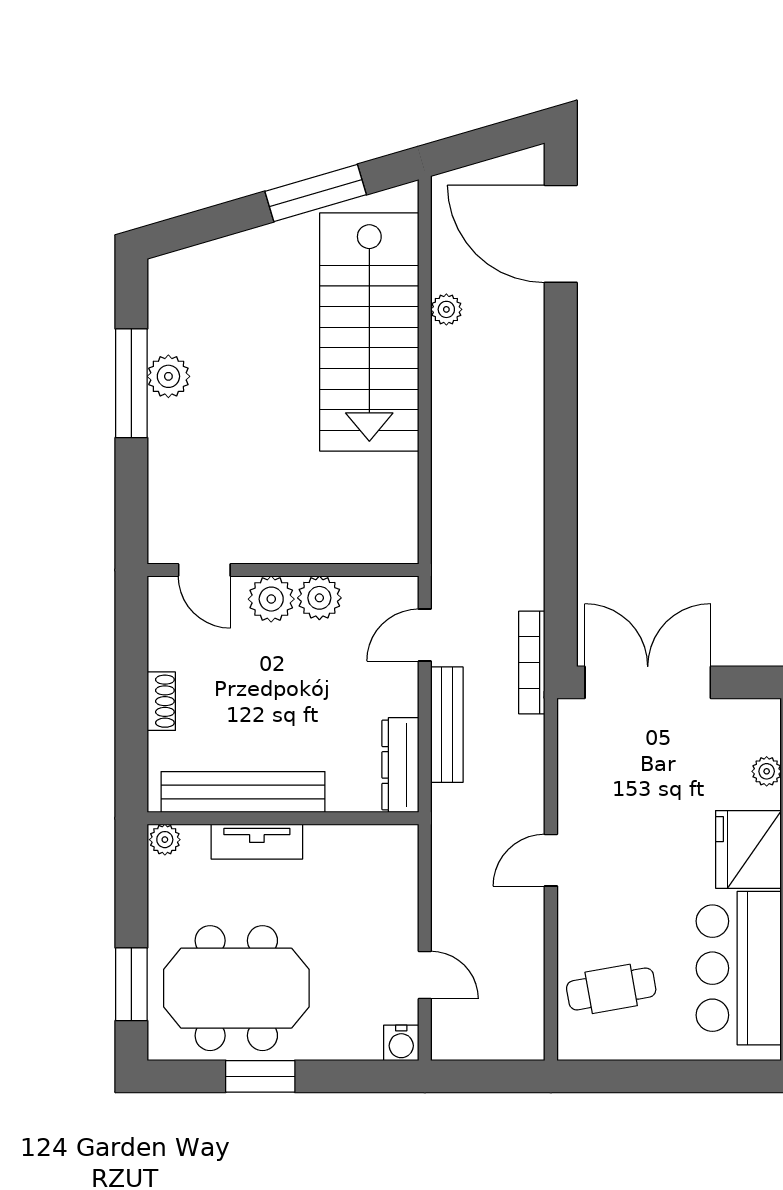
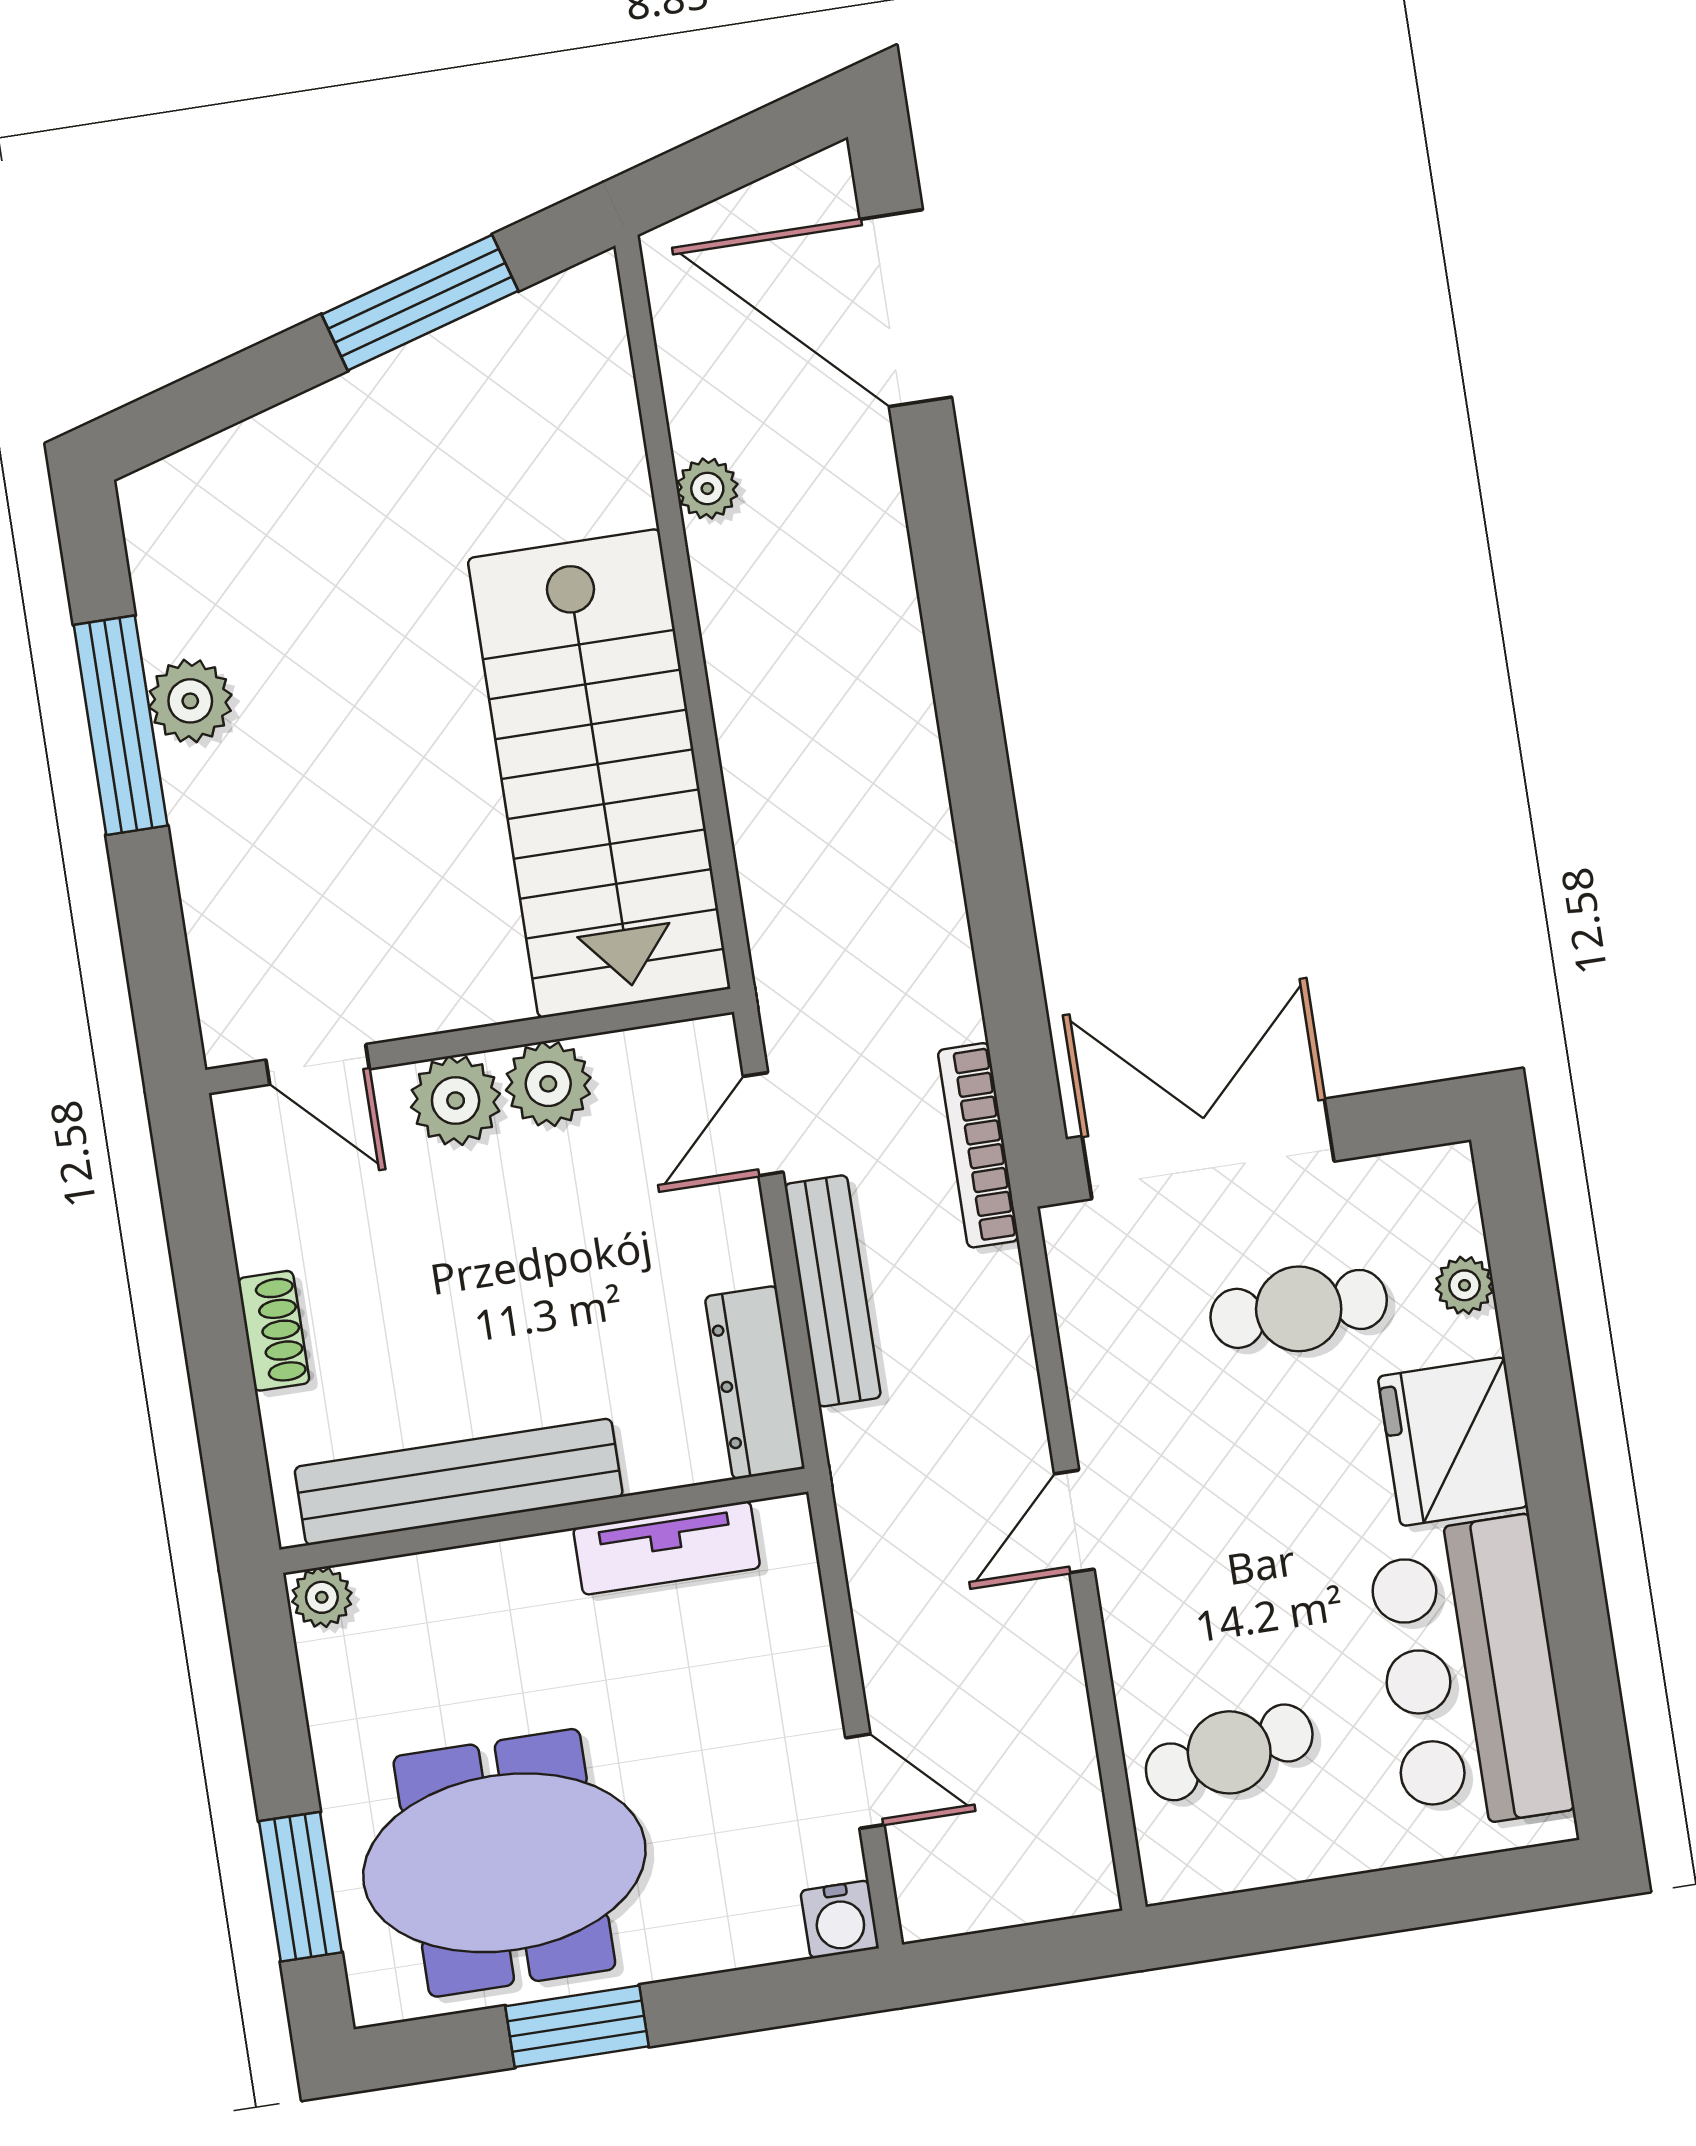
stairs: (369, 332) -> (599, 774), moved
cafe table: (681, 770) -> (1299, 1309), added
tv unit: (257, 842) -> (667, 1548), moved

